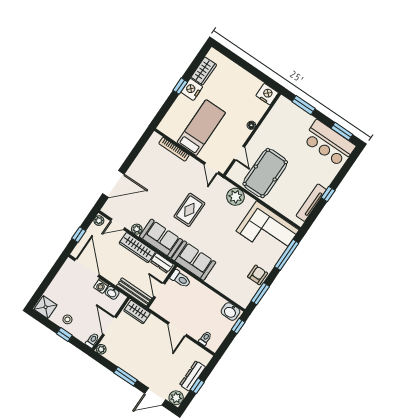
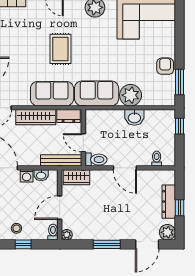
plant: (137, 229) -> (131, 95), moved, width x1.88, depth x1.88
window: (287, 255) -> (179, 29), removed
toilet: (180, 279) -> (96, 160), moved
washbasin: (230, 311) -> (134, 117), moved
door: (109, 326) -> (60, 208), hinge flipped

